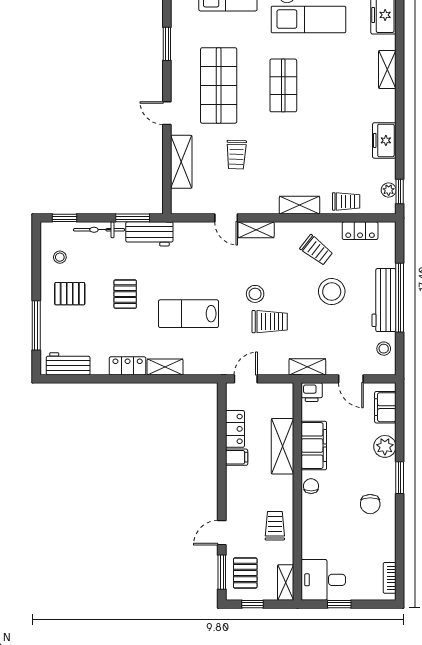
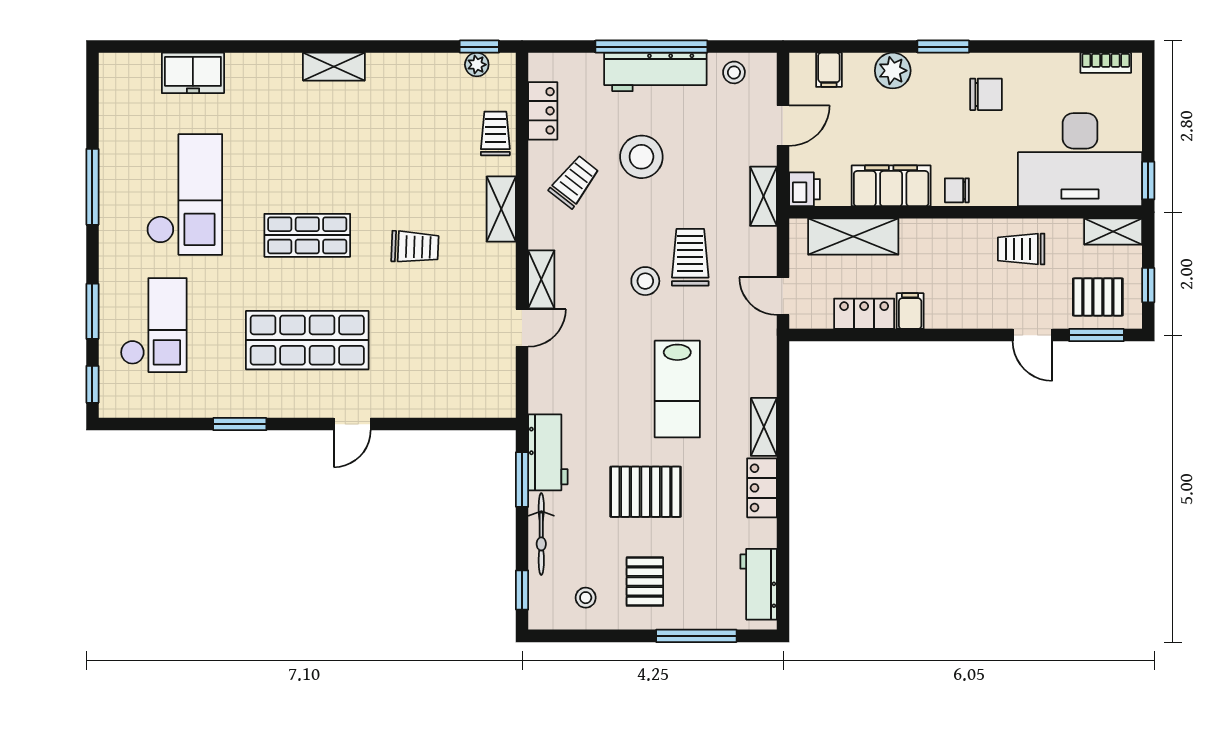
shelving: (387, 69) -> (334, 67), moved
freezer: (384, 140) -> (396, 72), removed
trolley: (236, 155) -> (415, 247), moved
shelving: (181, 162) -> (431, 401), removed
pallet: (125, 294) -> (646, 492), width x1.50, depth x1.42
filing cabinet: (385, 407) -> (829, 70), width x0.50
shelving: (283, 446) -> (853, 237), moved
desk: (323, 580) -> (1080, 160), width x1.87, depth x1.30
window: (339, 604) -> (1148, 181), moved

